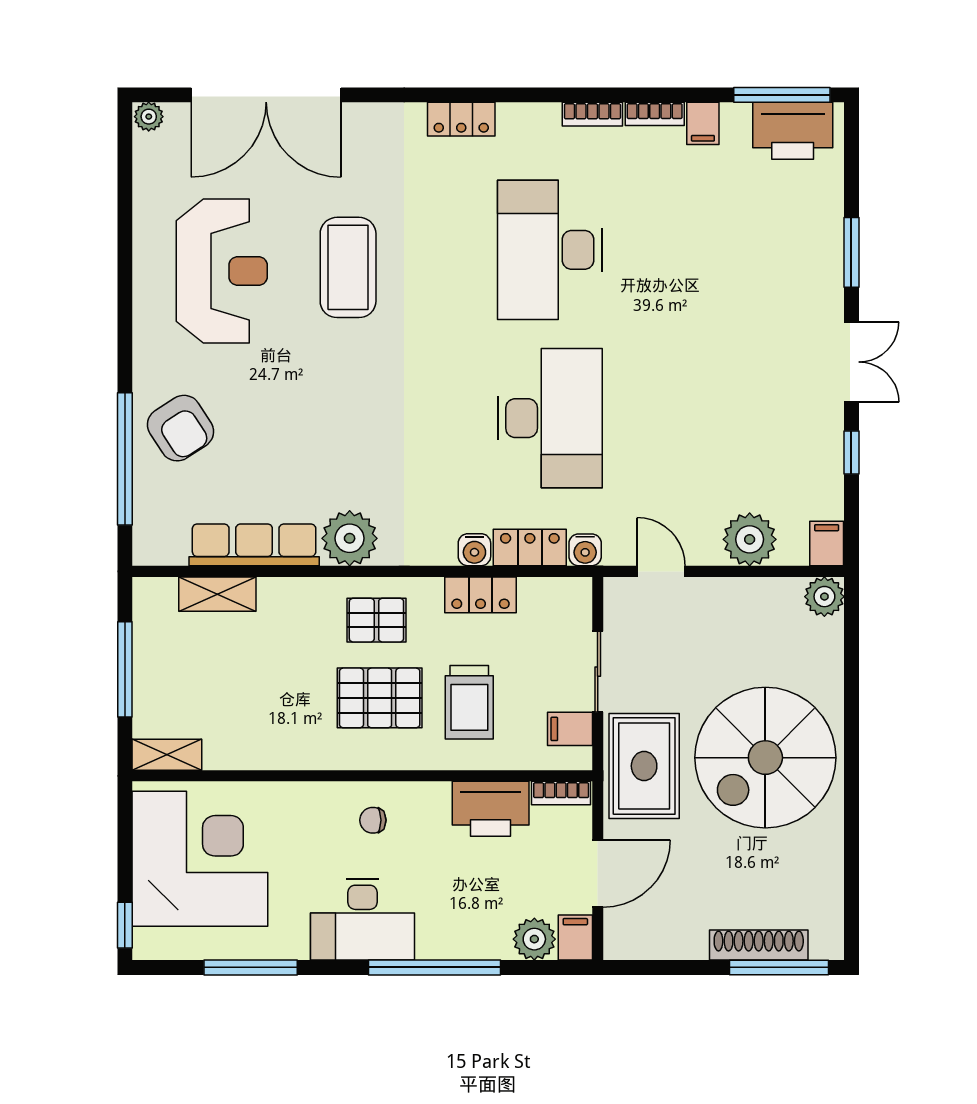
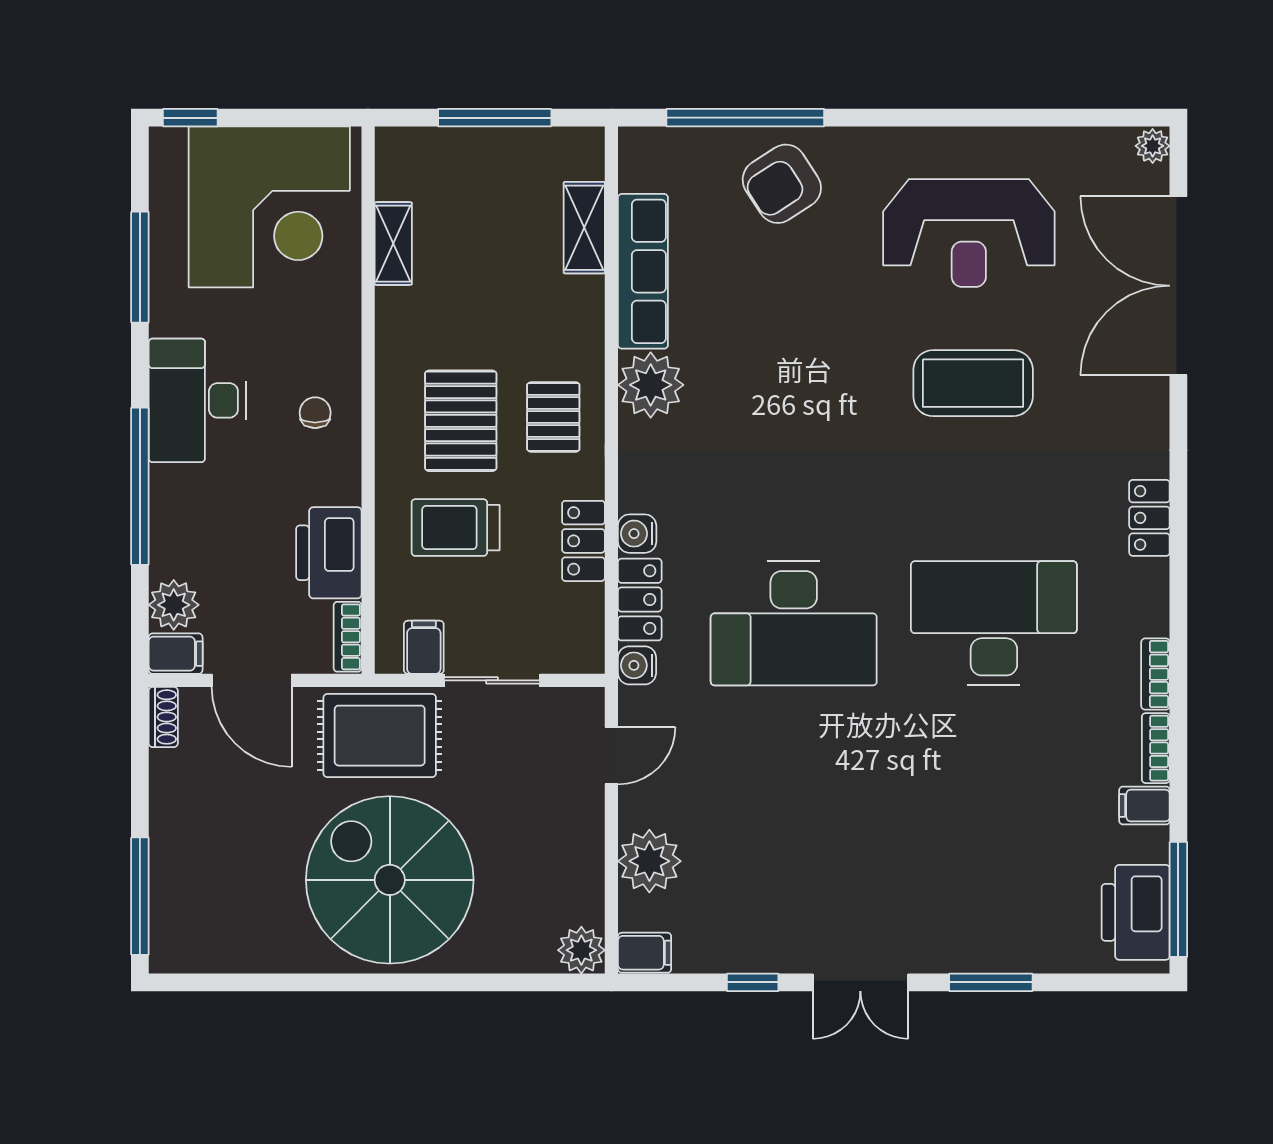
shelving: (167, 755) -> (393, 244), moved
shoe rack: (759, 945) -> (163, 717), moved, width x0.51, depth x0.81

